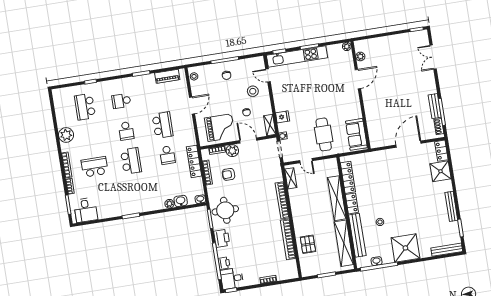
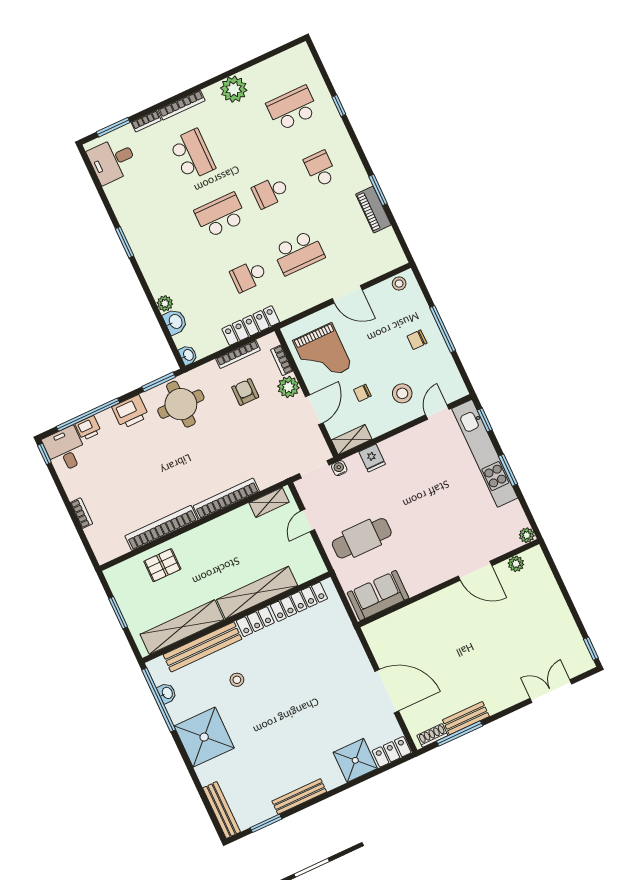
piano: (167, 76) -> (373, 210), moved
school desk: (131, 161) -> (221, 215), turned 180

